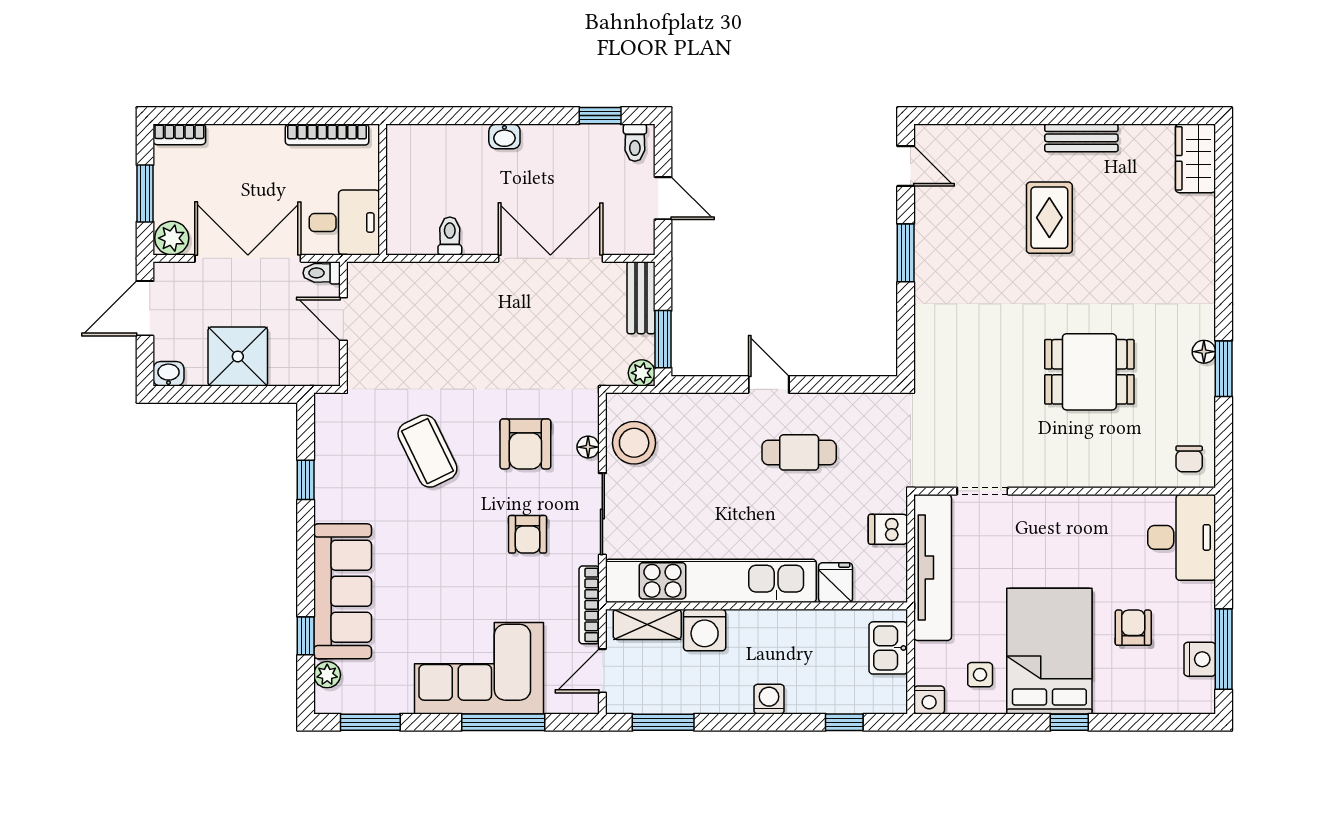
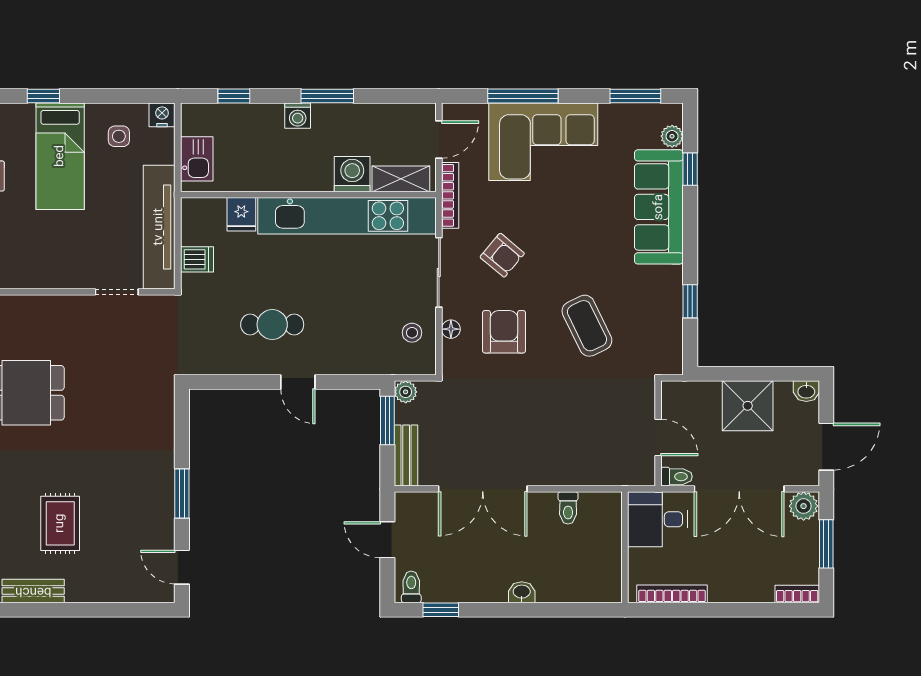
stool: (634, 443) -> (412, 333), width x0.53, depth x0.53
armchair: (528, 534) -> (502, 255), turned 130
bed: (1049, 651) -> (60, 156), width x0.67
window: (663, 722) -> (327, 96), moved

